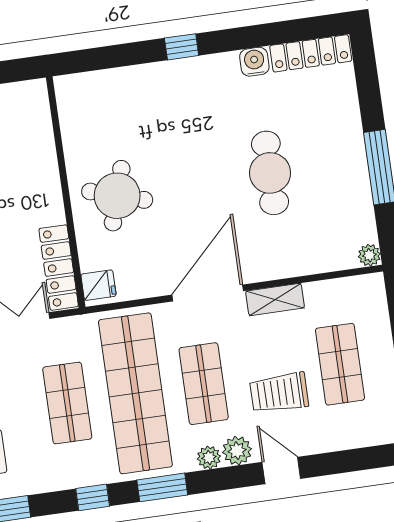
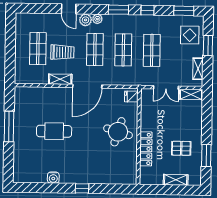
locker: (311, 53) -> (30, 177), removed
cafe table: (270, 173) -> (54, 131), turned 90
plant: (369, 255) -> (19, 91), removed
locker: (59, 268) -> (146, 149), moved
shop shelf: (135, 393) -> (123, 50), width x0.50, depth x0.74
trolley: (279, 393) -> (62, 52), moved

